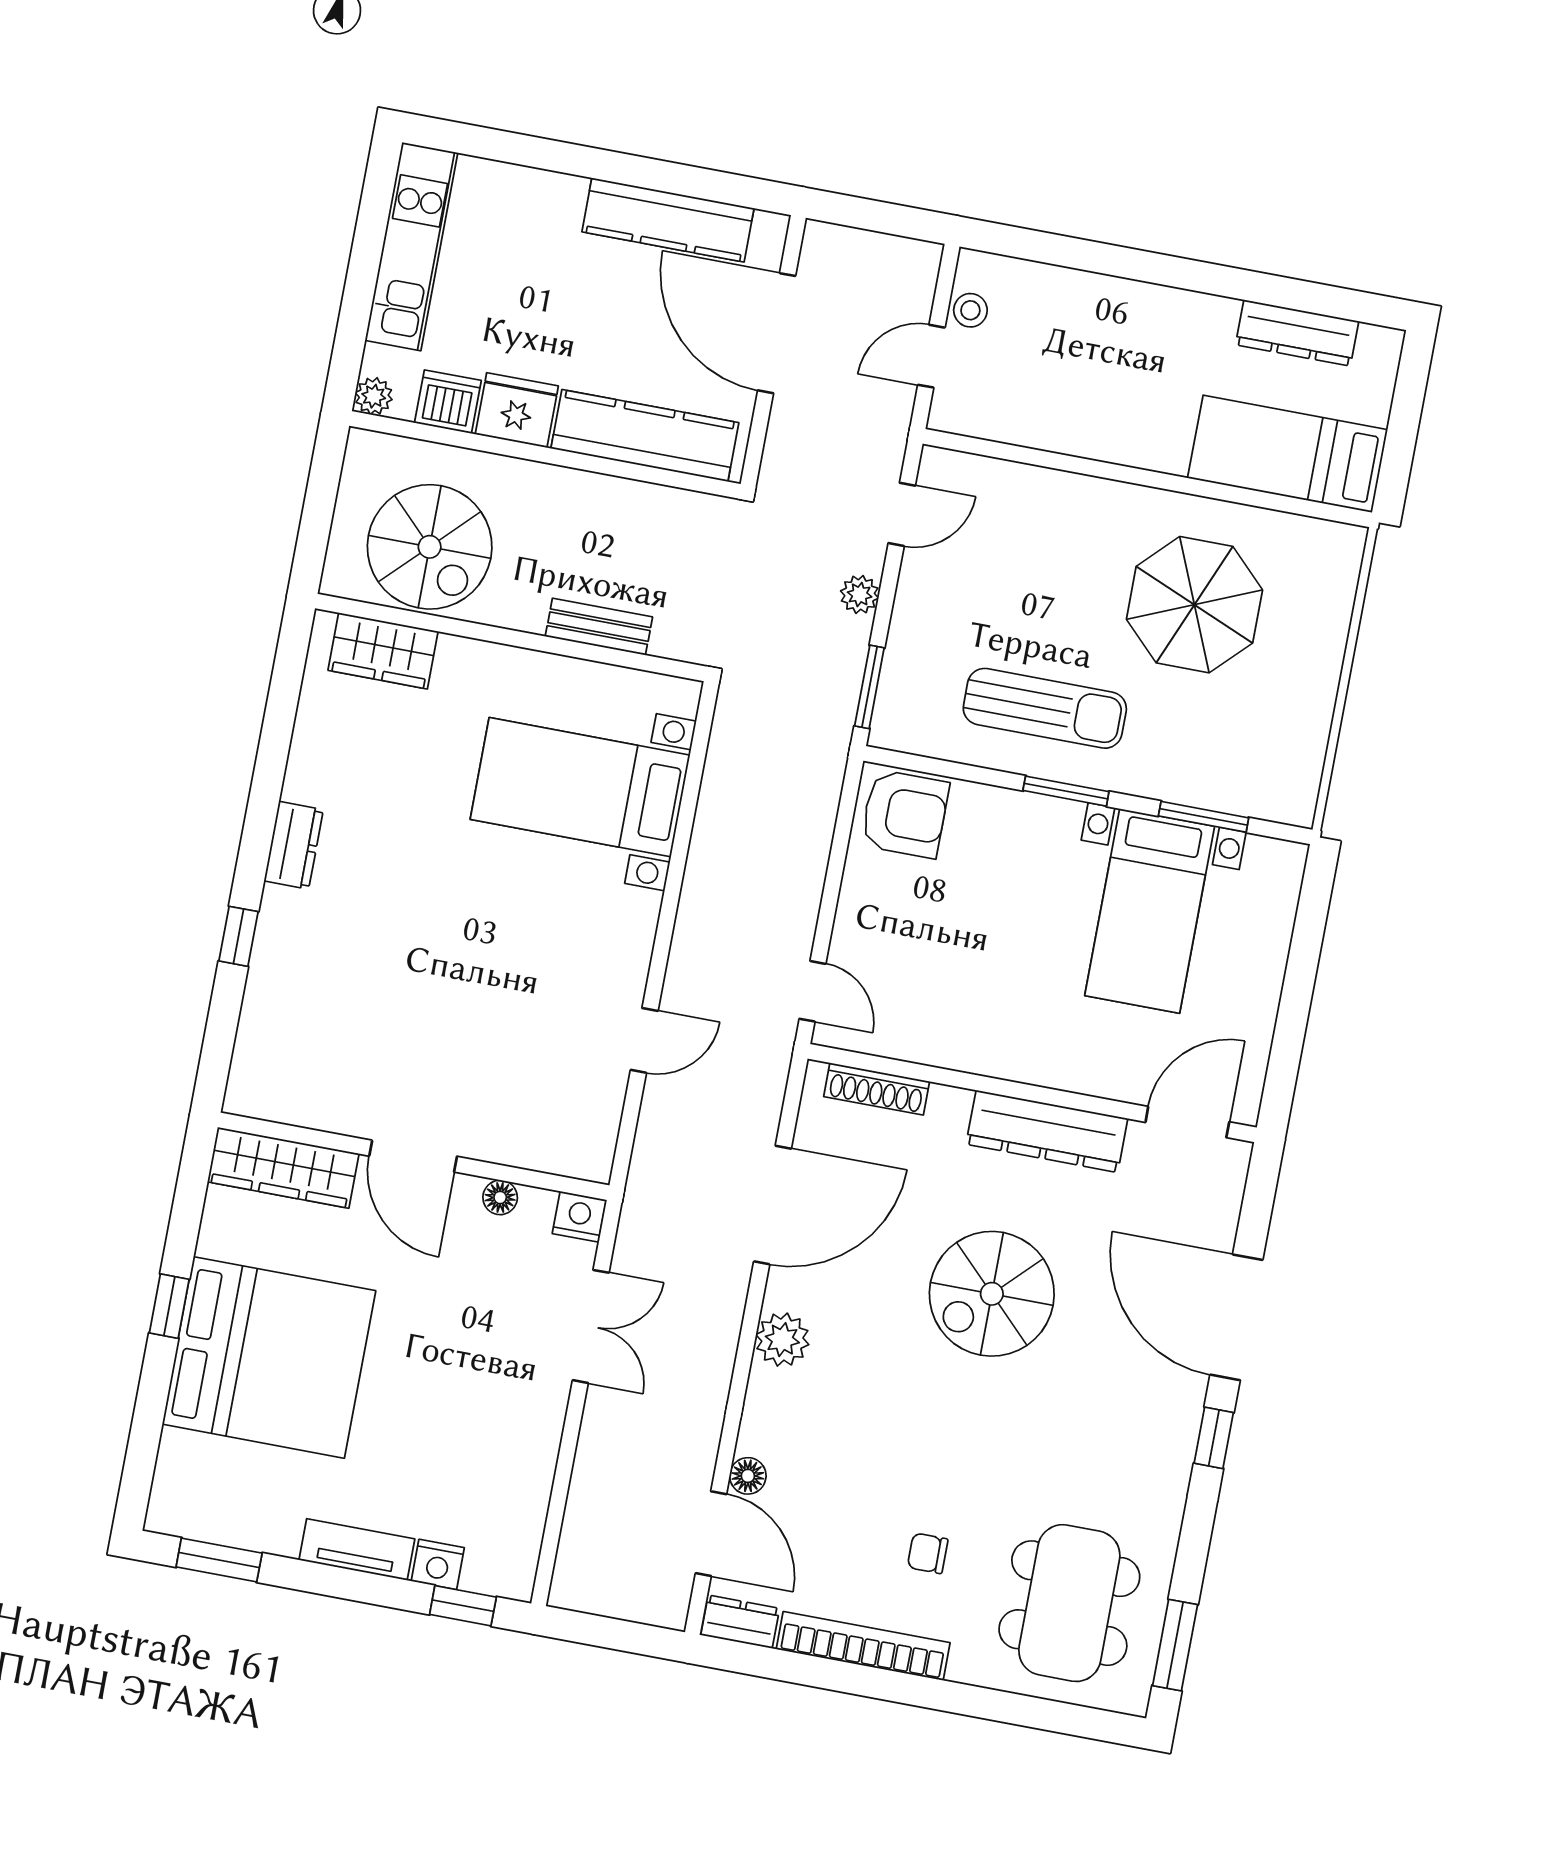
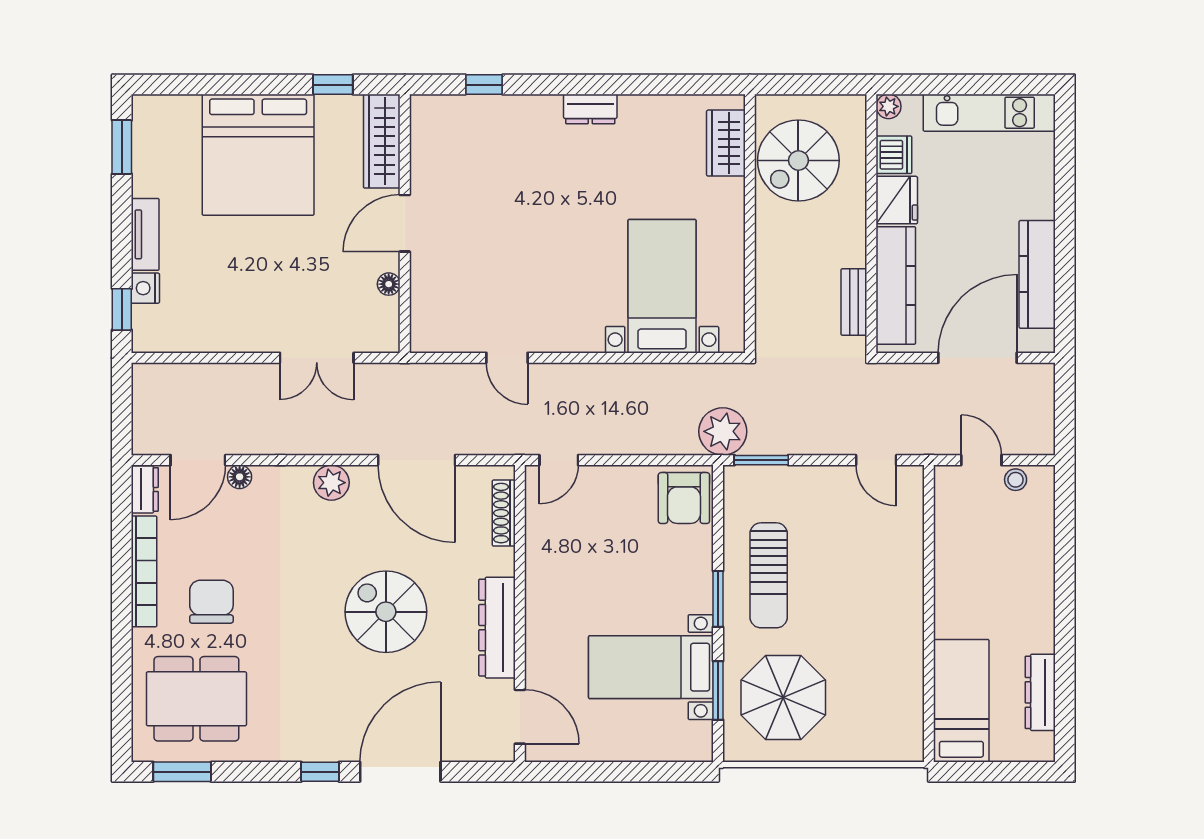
plant: (860, 594) -> (723, 431), moved, width x1.88, depth x1.88
parasol: (1194, 605) -> (783, 697), moved
bench: (599, 627) -> (854, 302), moved
window: (239, 936) -> (484, 85), moved
nightstand: (579, 1217) -> (386, 337), removed
window: (169, 1306) -> (333, 85), moved
chair: (928, 1553) -> (211, 602), width x1.87, depth x1.87

